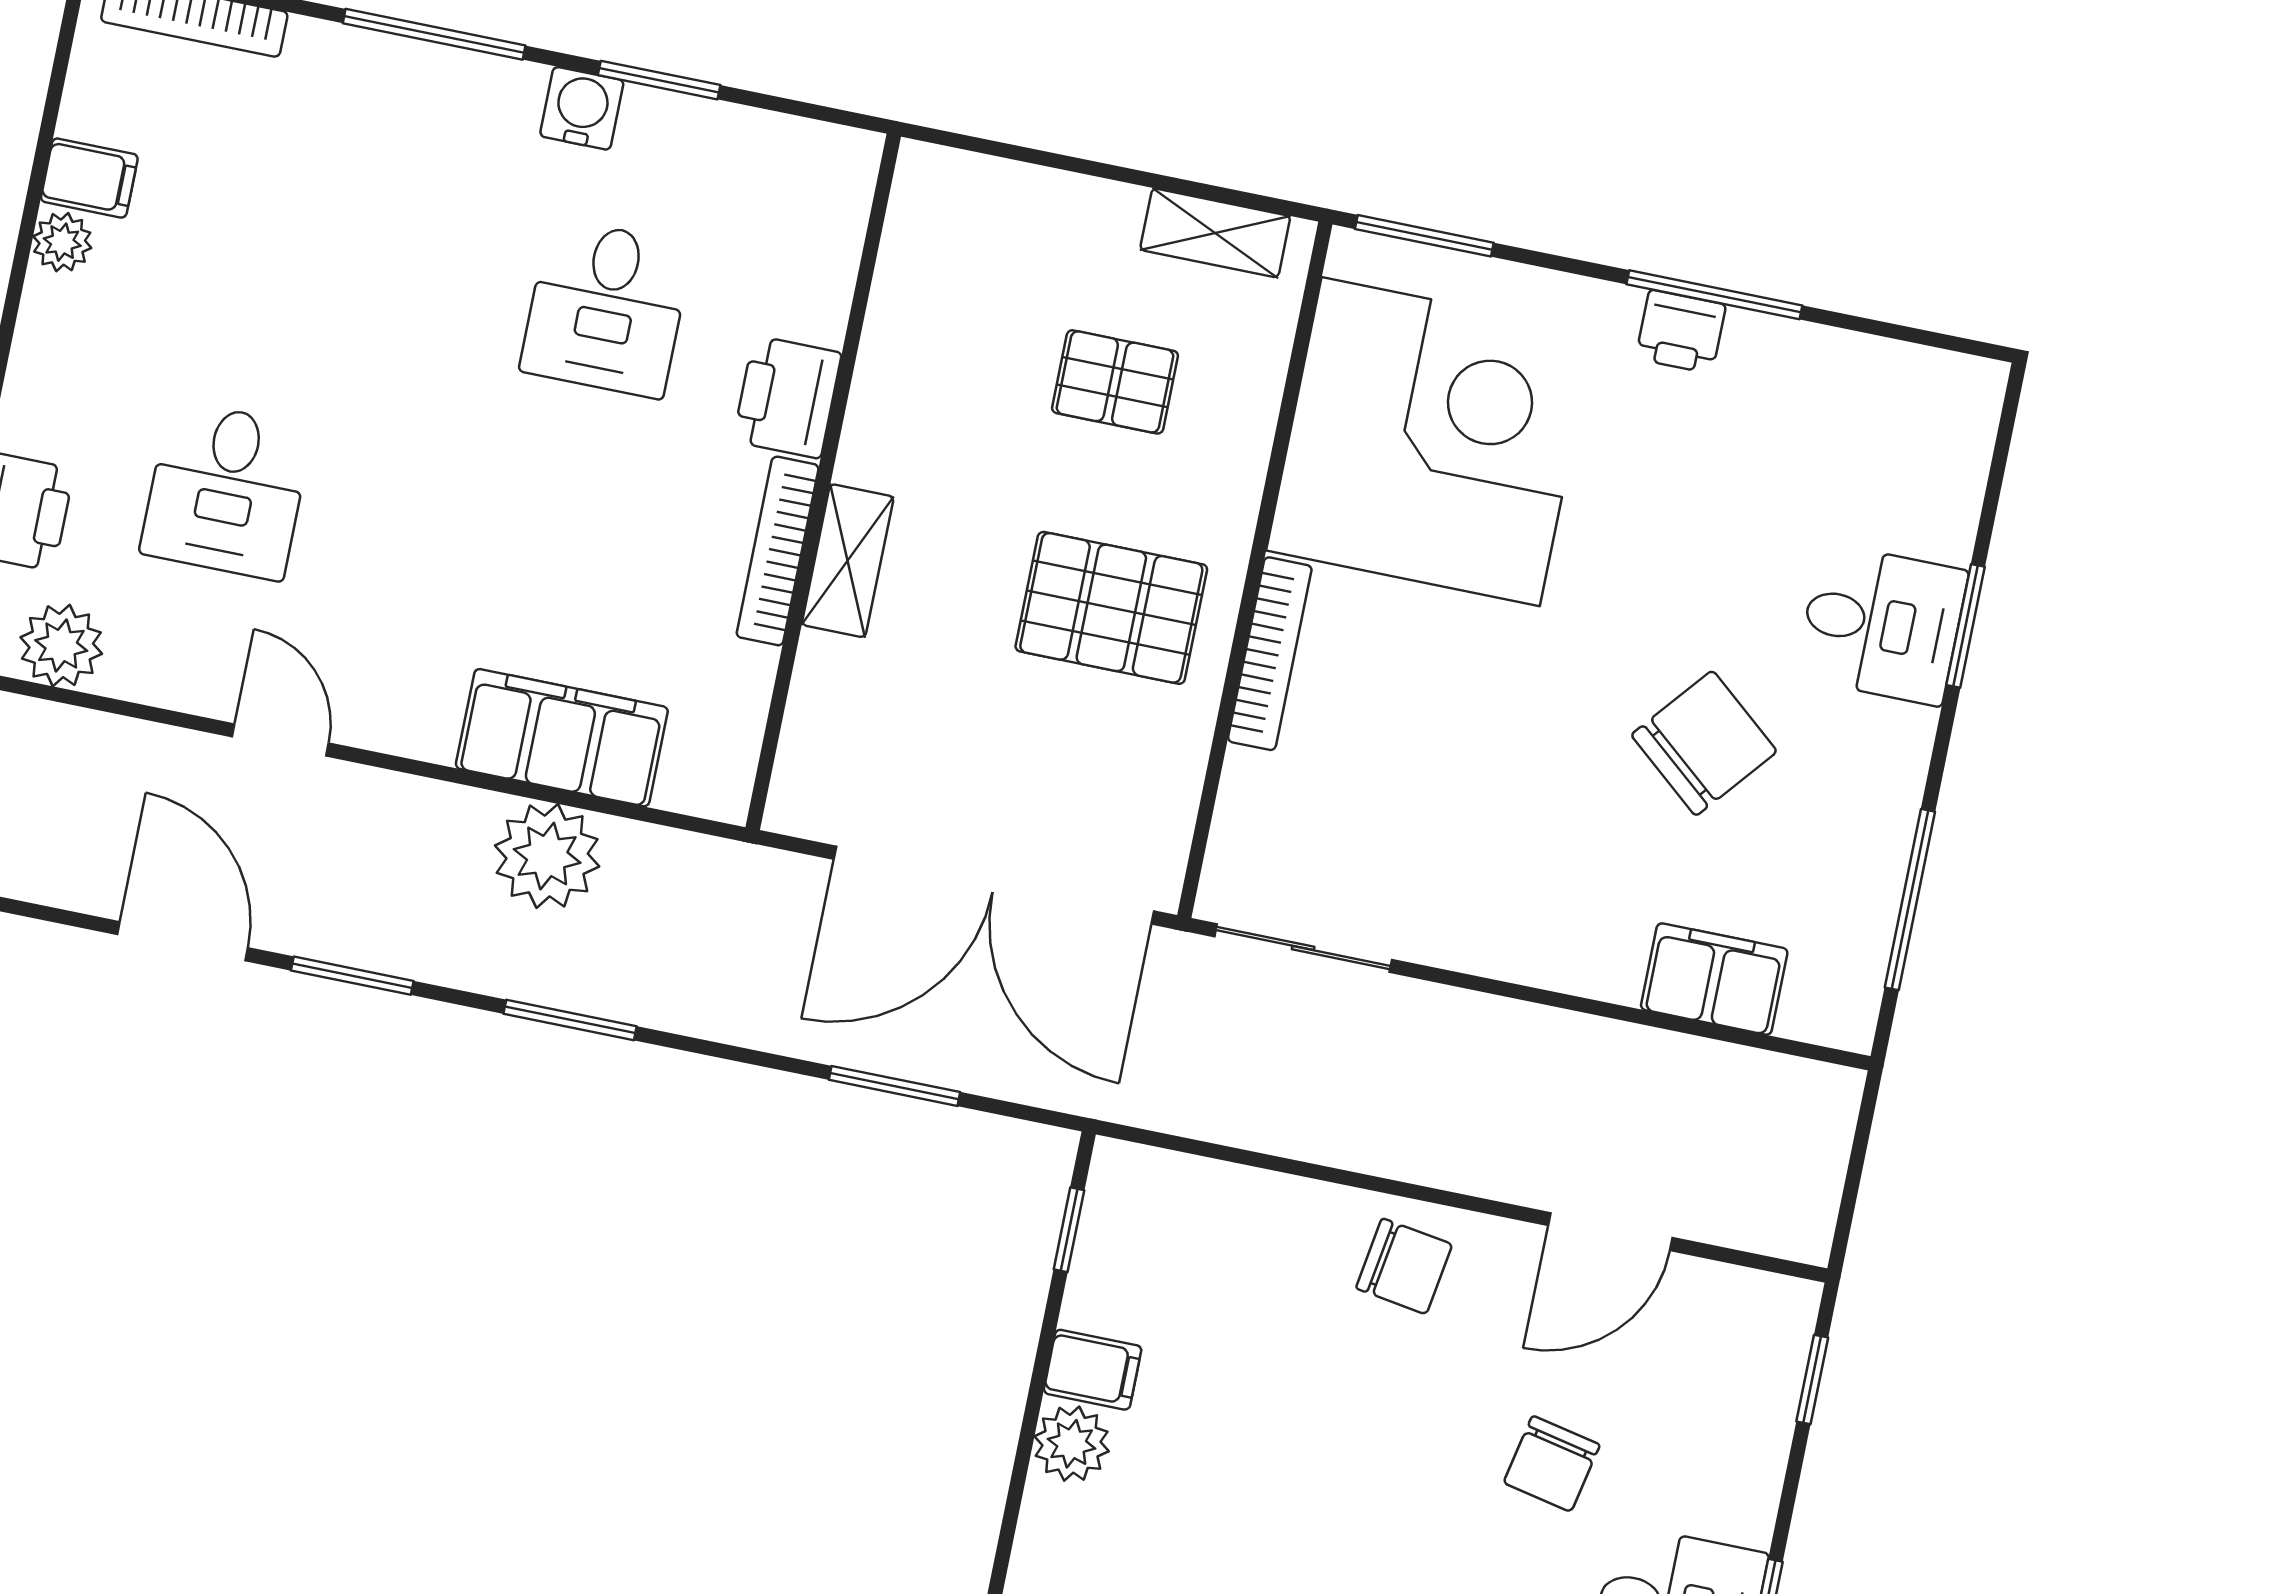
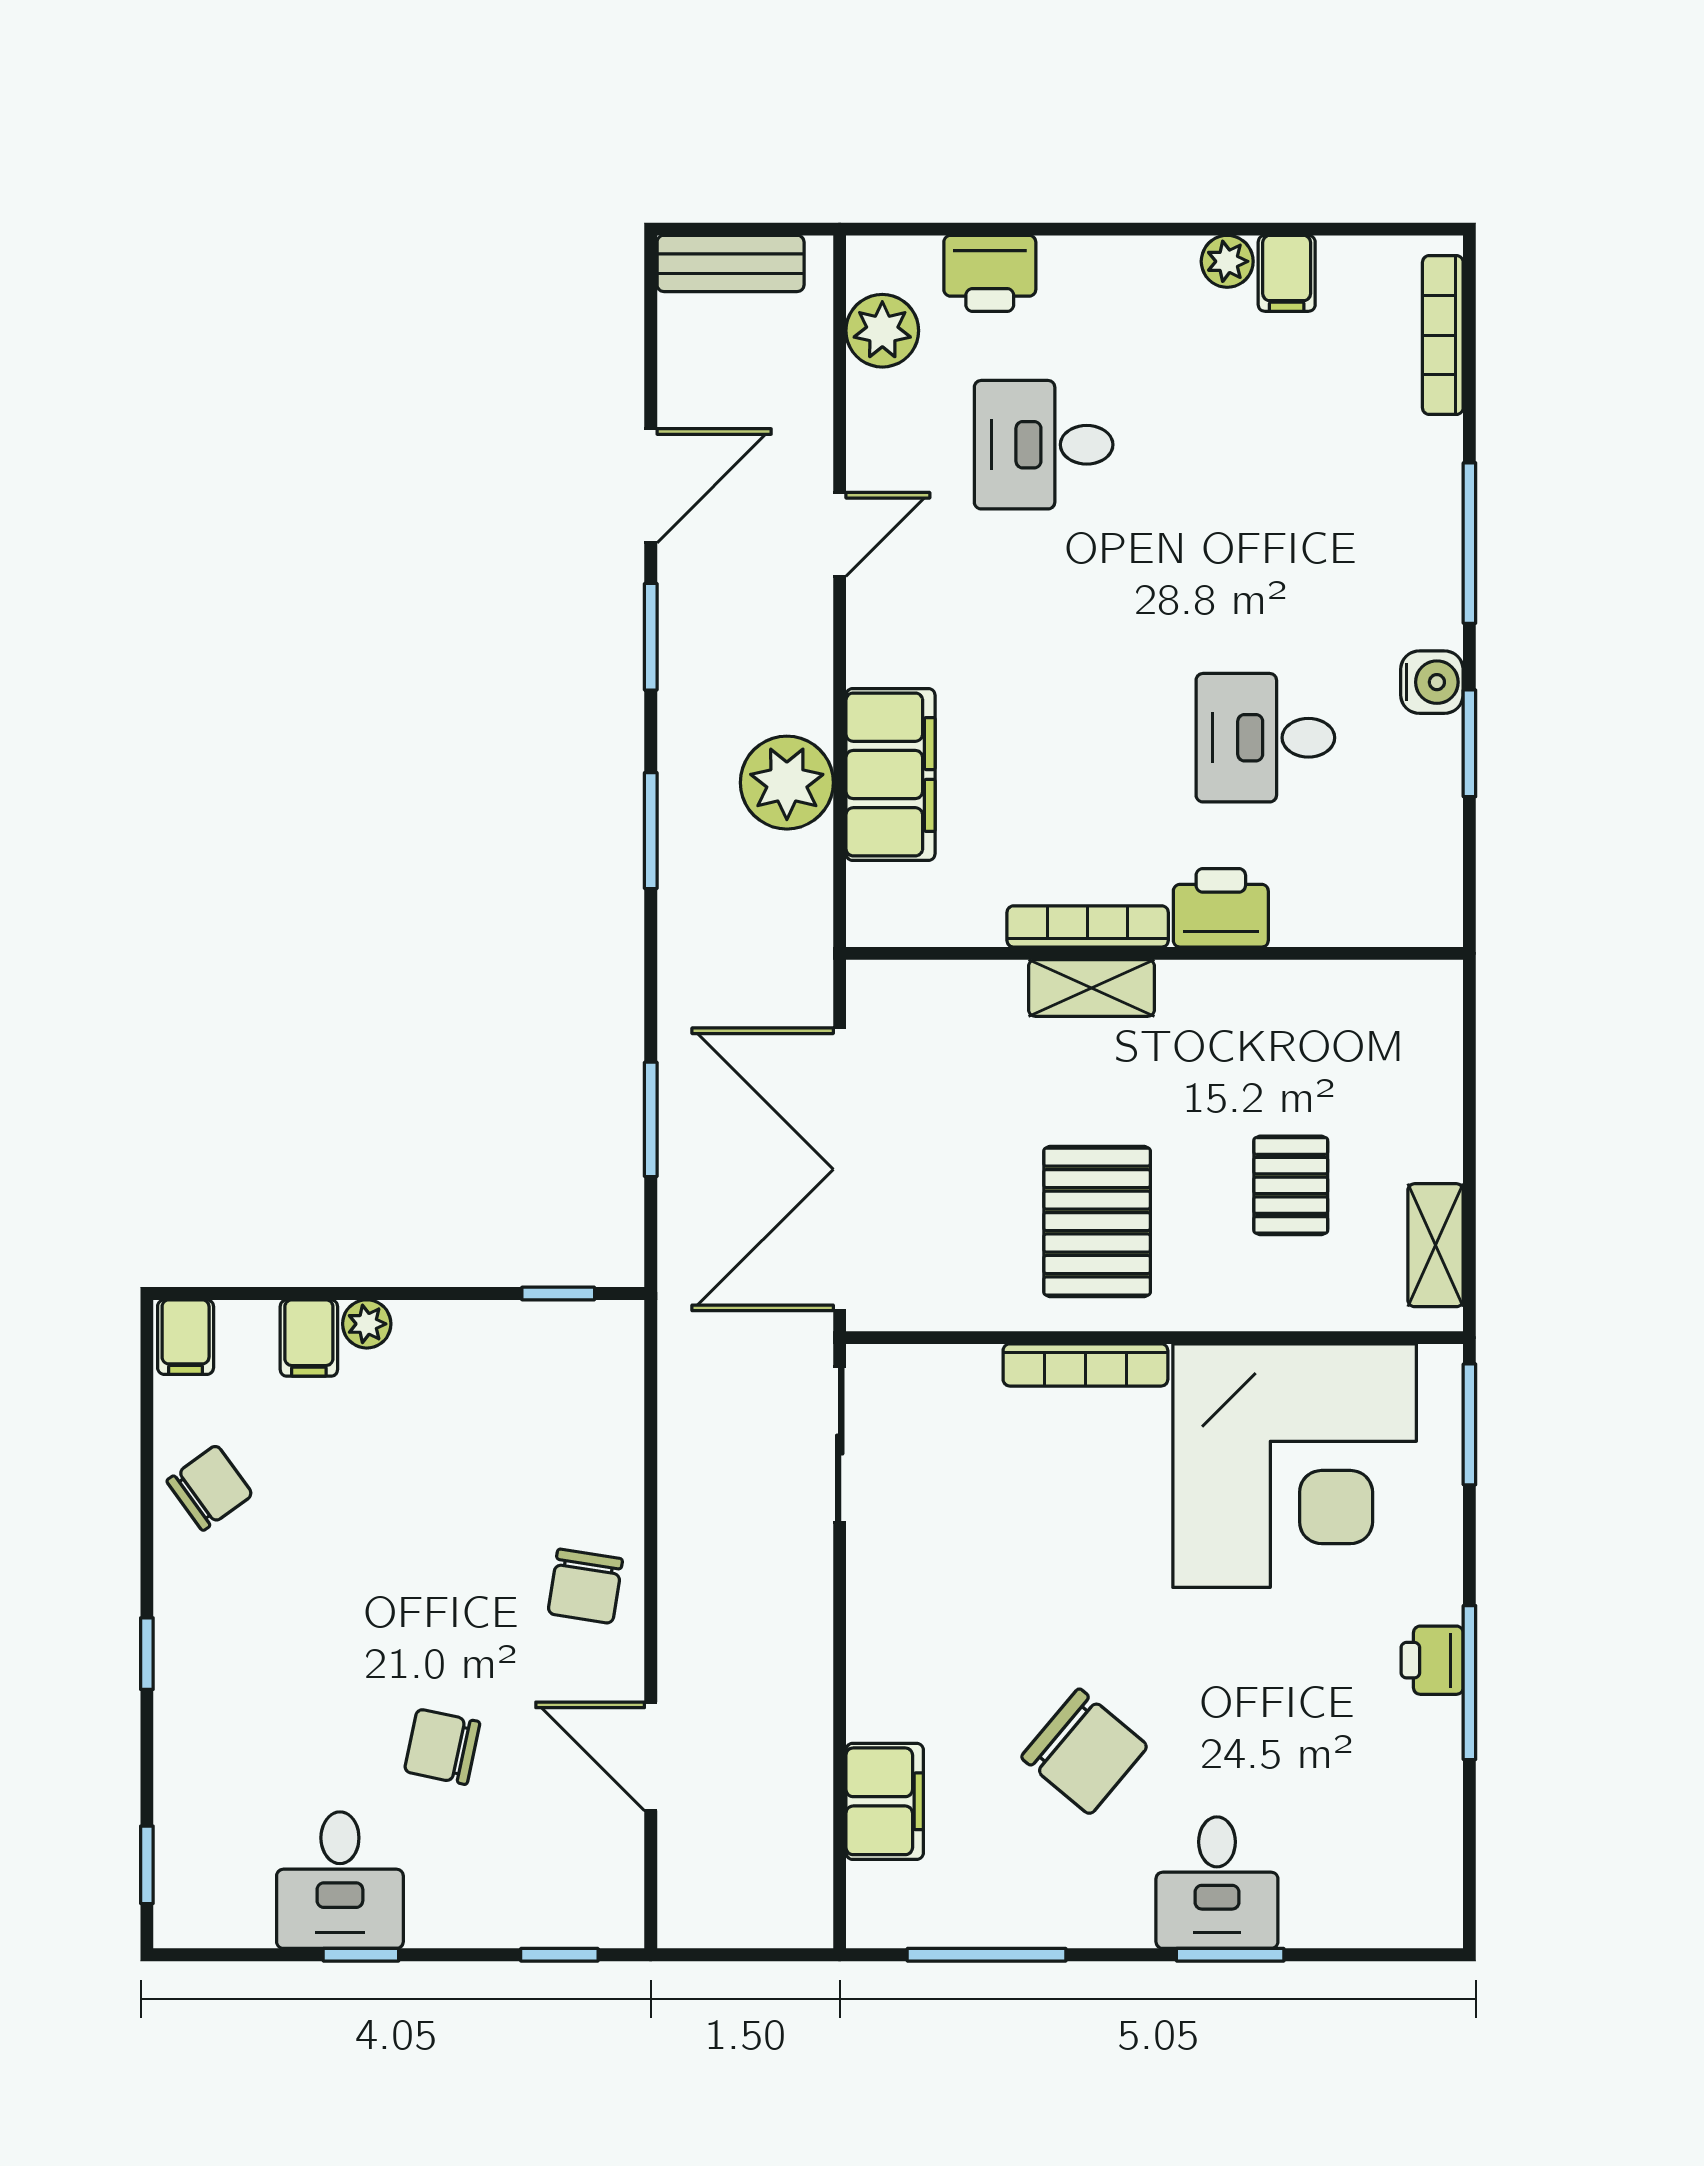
filing cabinet: (1093, 1370) -> (309, 1338), moved
plant: (1072, 1444) -> (367, 1324), width x0.73, depth x0.73

